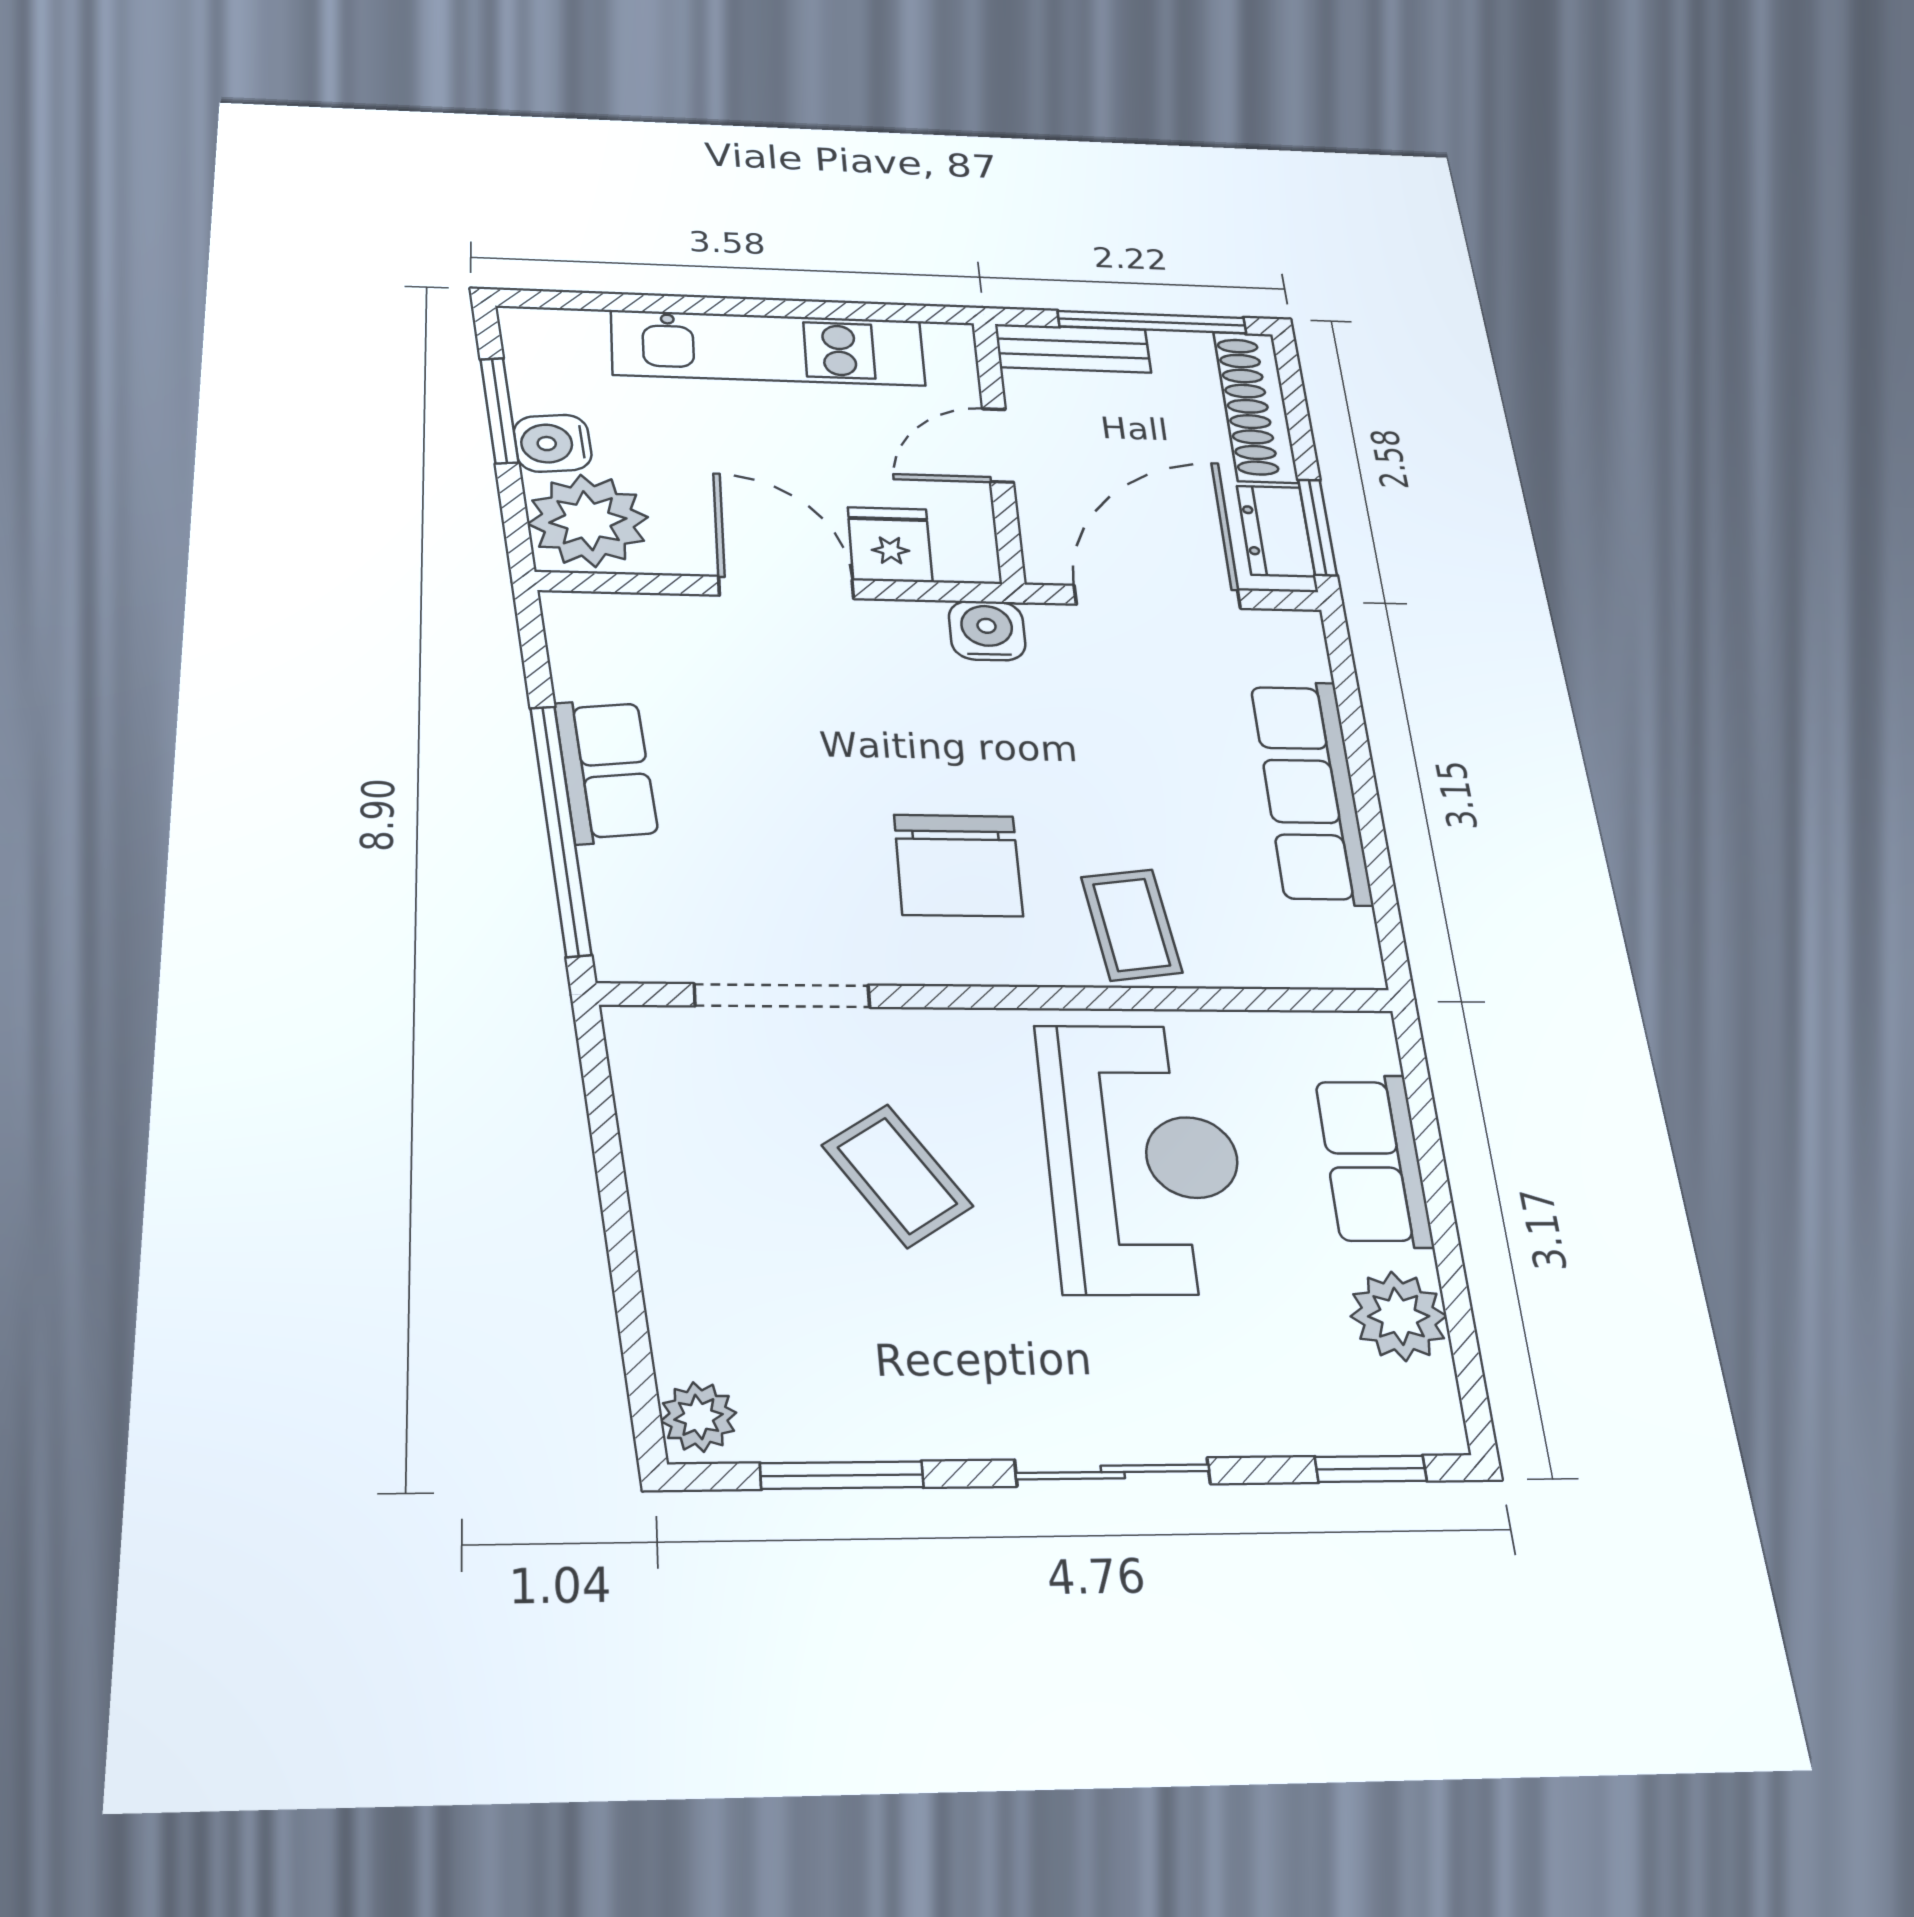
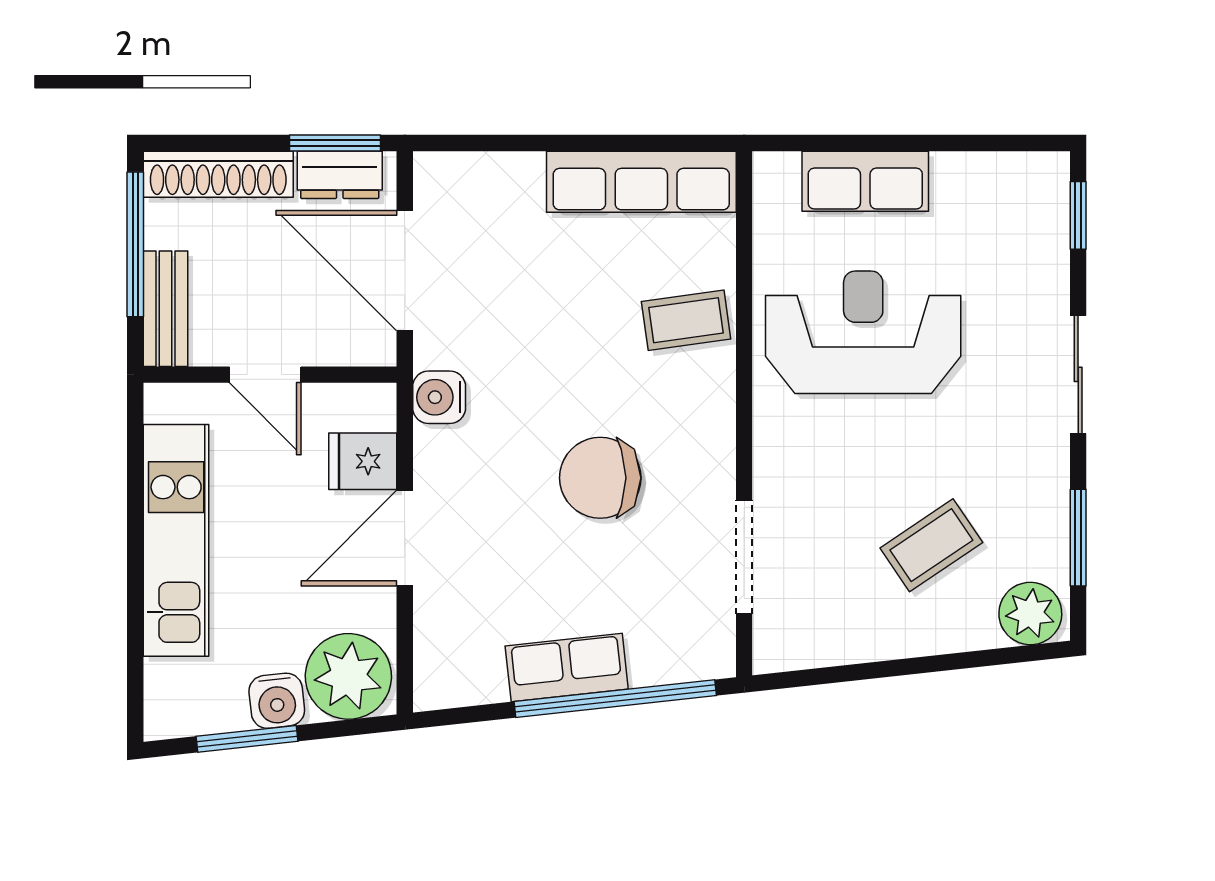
row of seats: (1311, 791) -> (641, 182), moved
chair: (958, 865) -> (600, 478), moved, turned 180
coffee table: (897, 1176) -> (931, 545), moved
plant: (1399, 1316) -> (976, 182), removed
plant: (699, 1417) -> (1030, 614), width x1.38, depth x1.38

